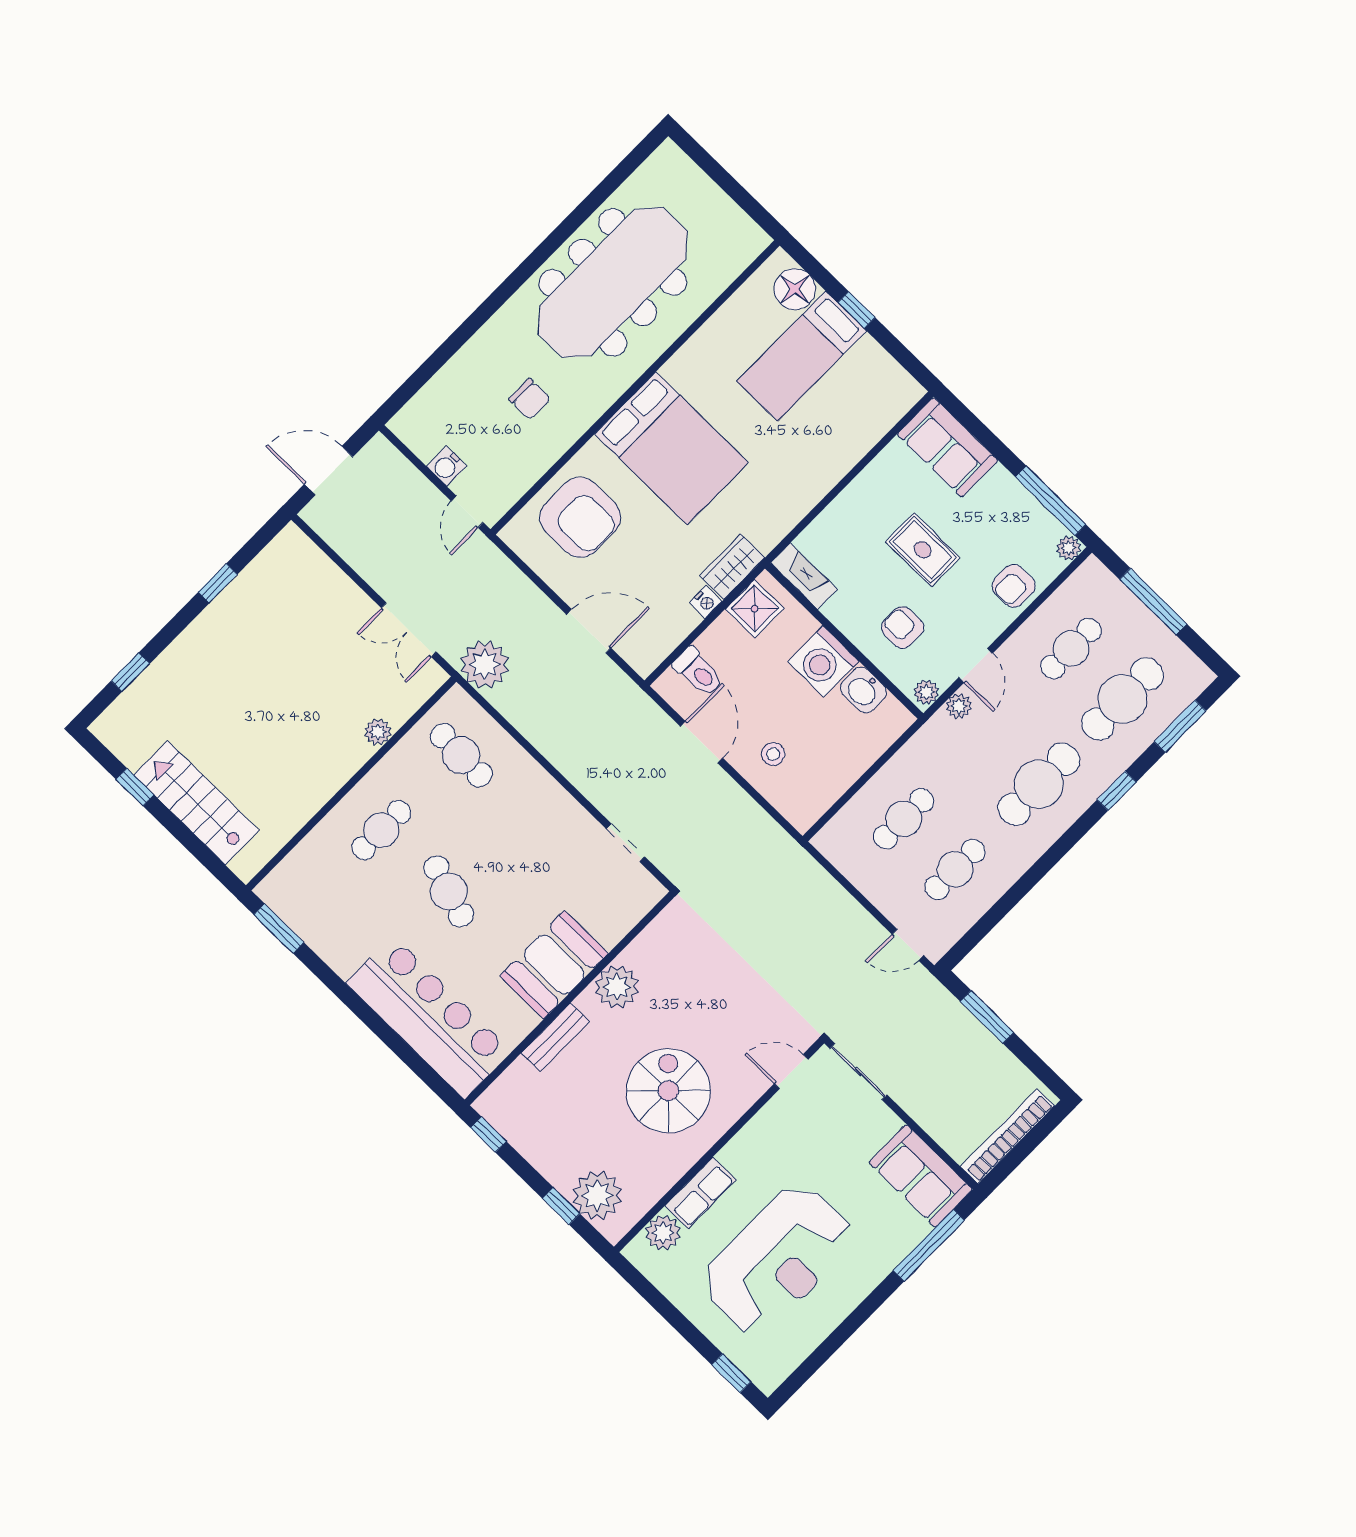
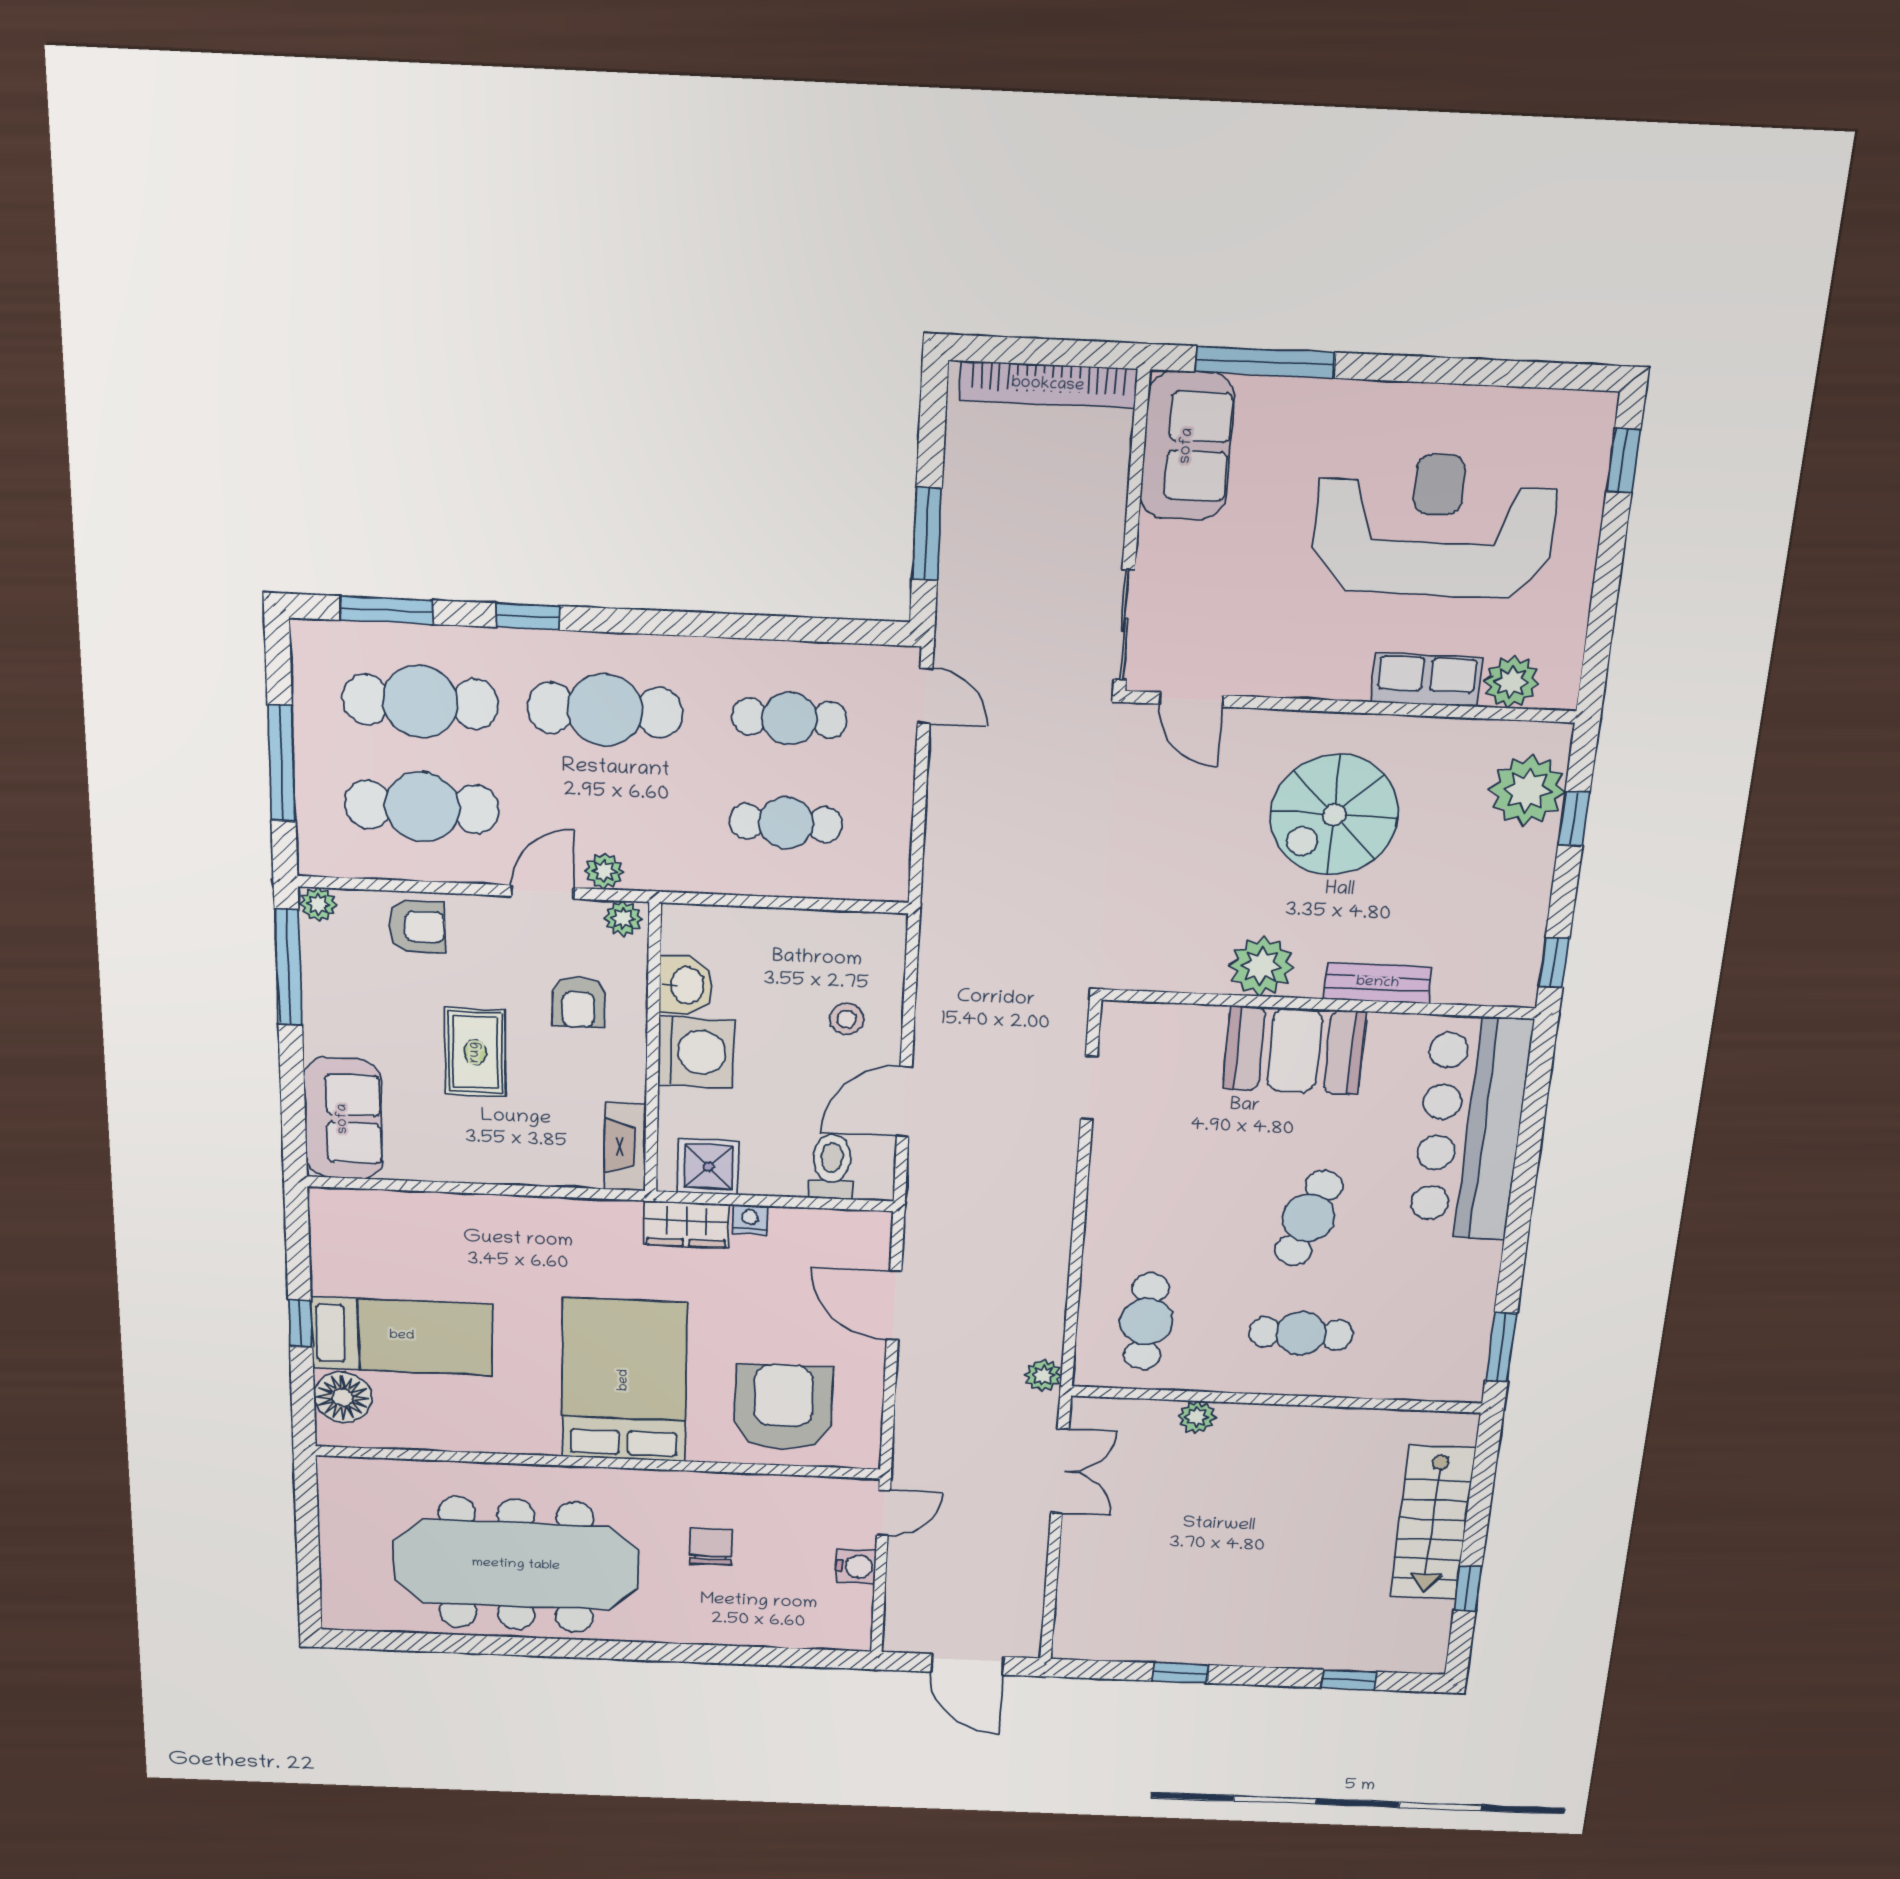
cafe table: (1071, 649) -> (422, 807), width x1.37, depth x1.35
plant: (485, 665) -> (1043, 1375), width x0.53, depth x0.53

